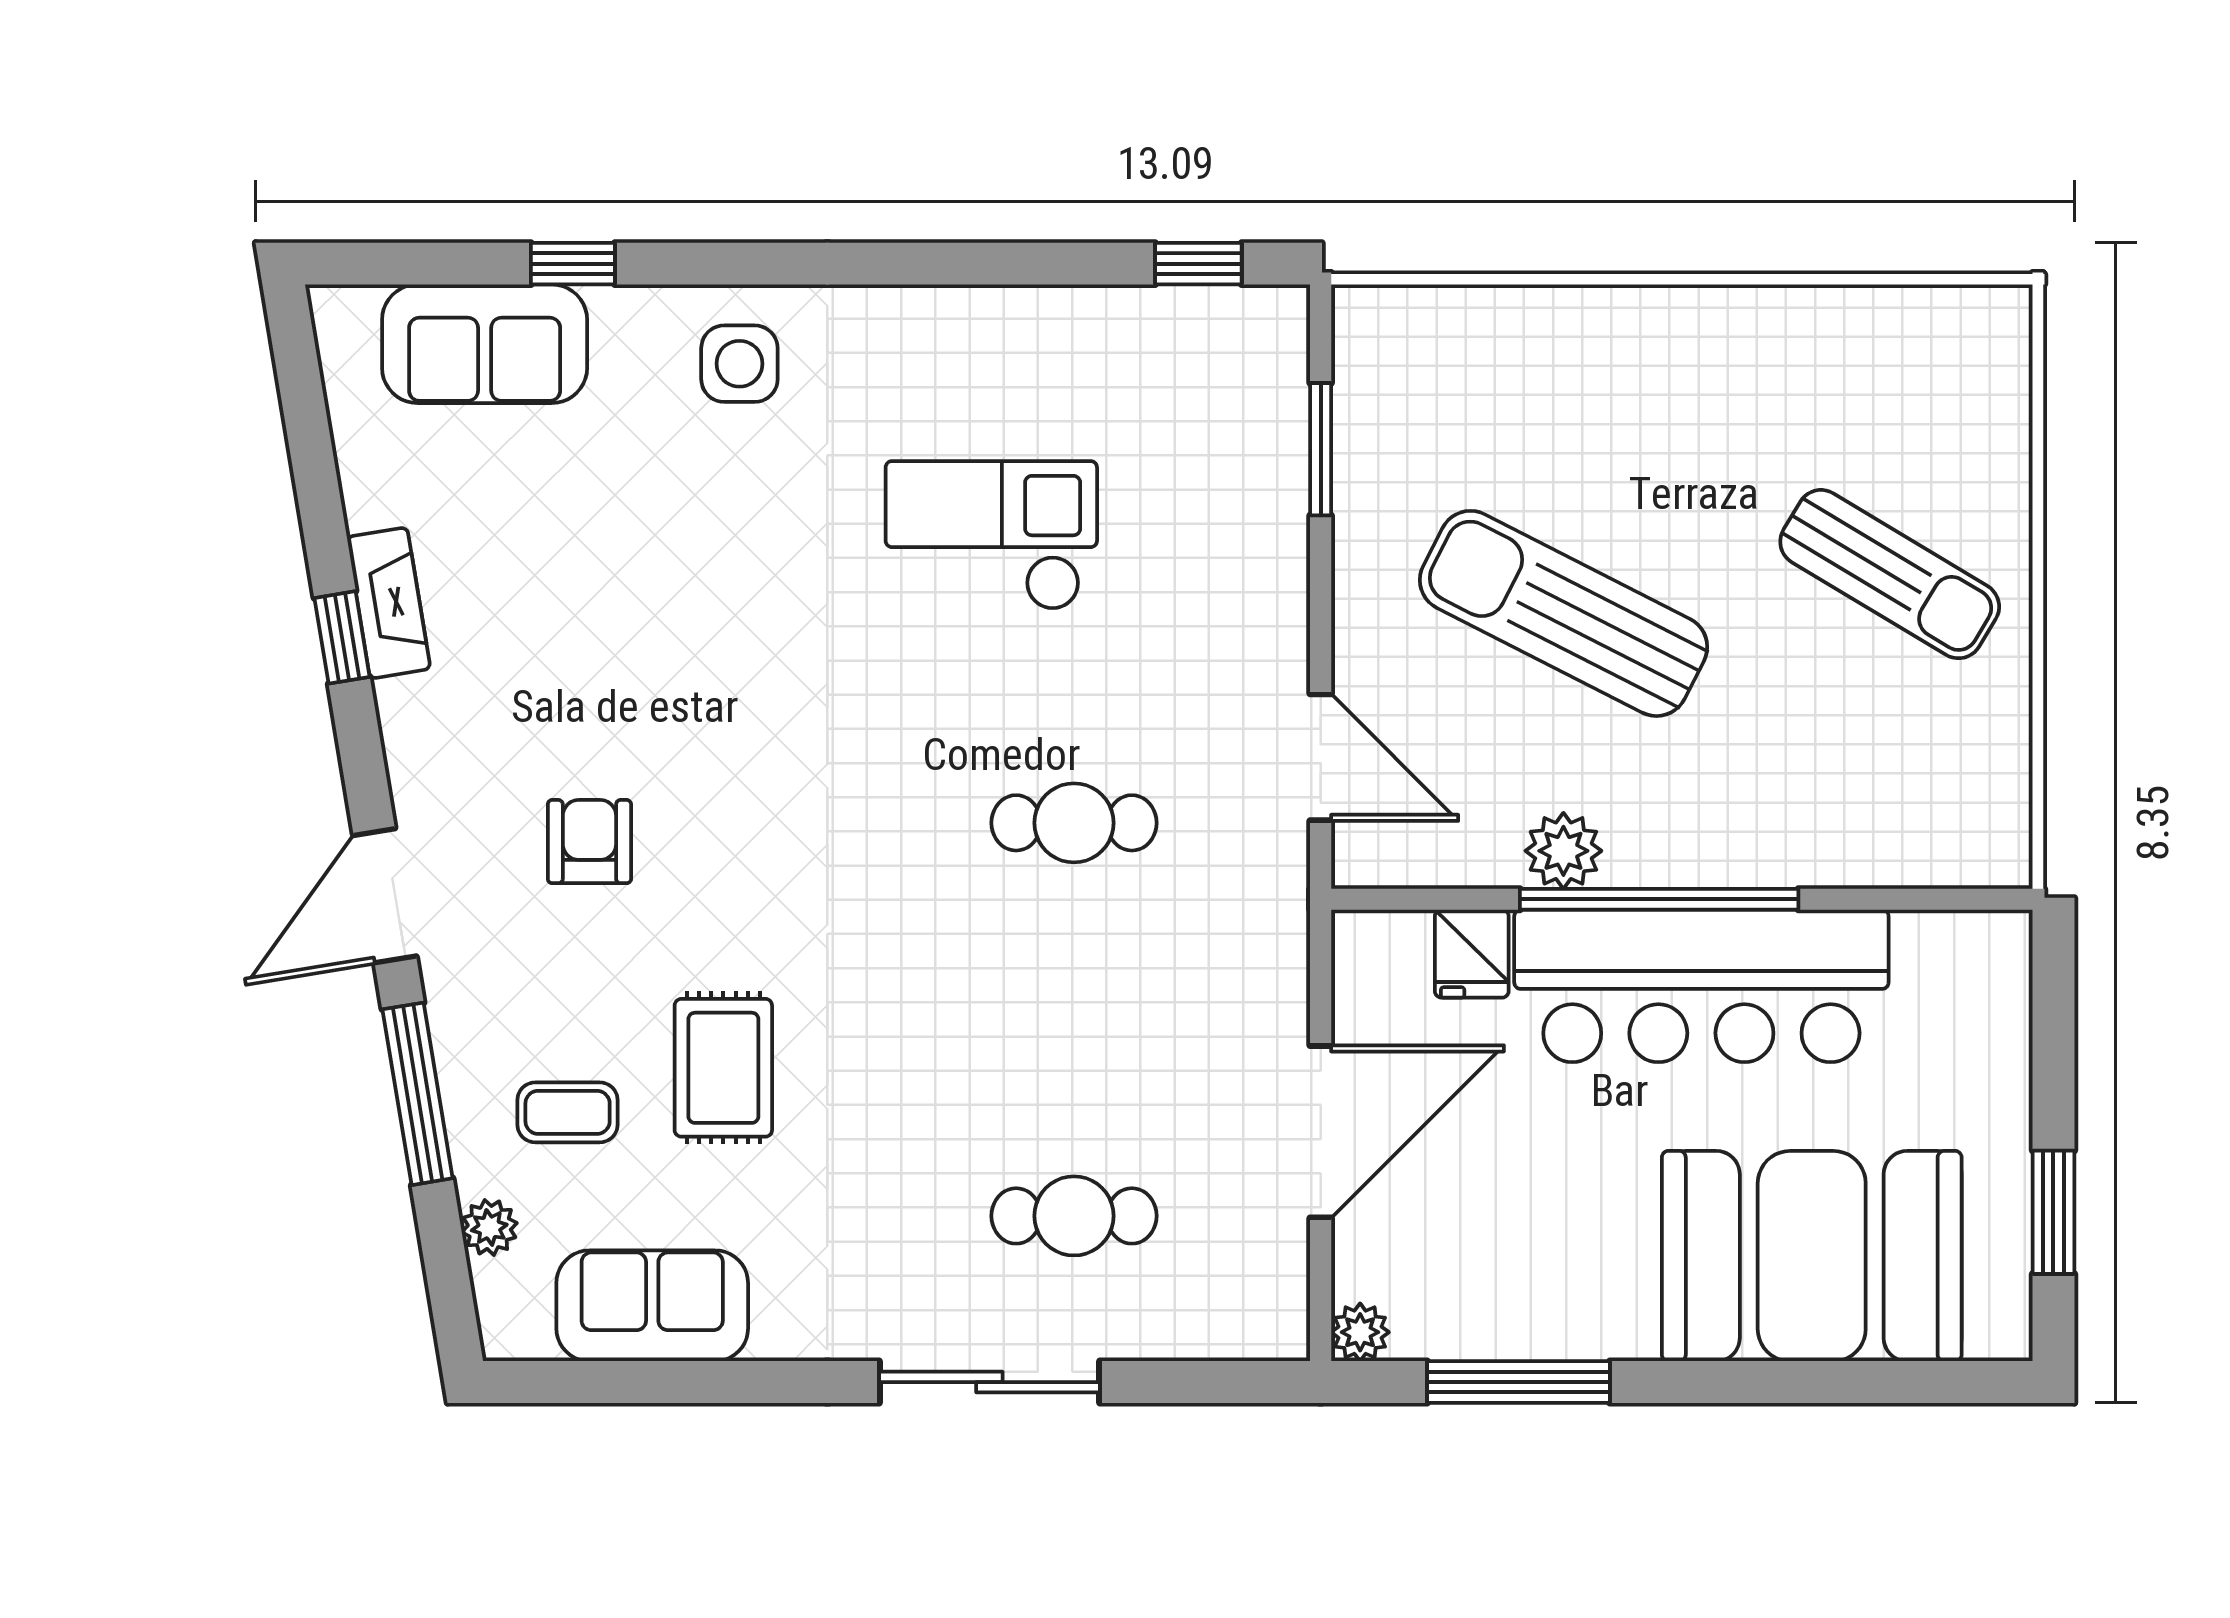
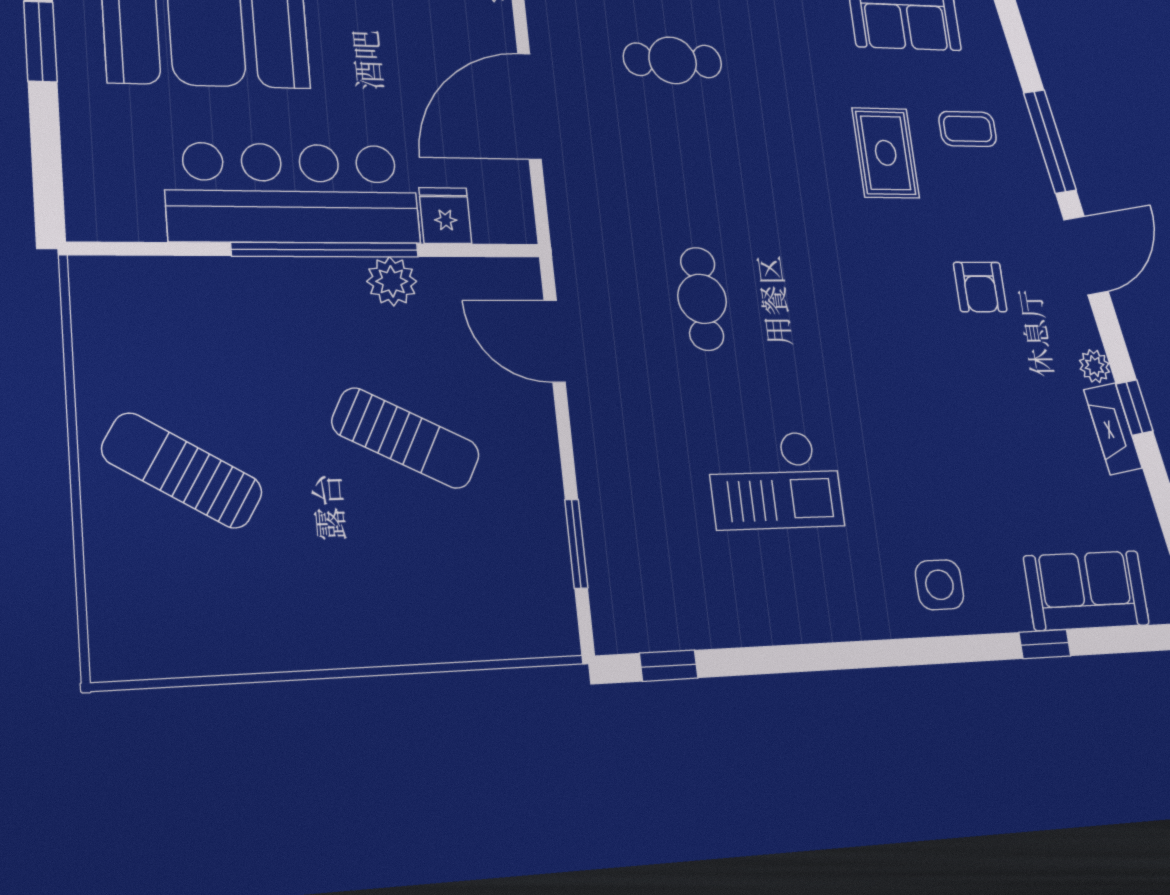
sun lounger: (1564, 613) -> (406, 438), width x0.73, depth x0.75
cafe table: (1074, 823) -> (702, 299), turned 90
plant: (489, 1227) -> (1095, 366), moved

